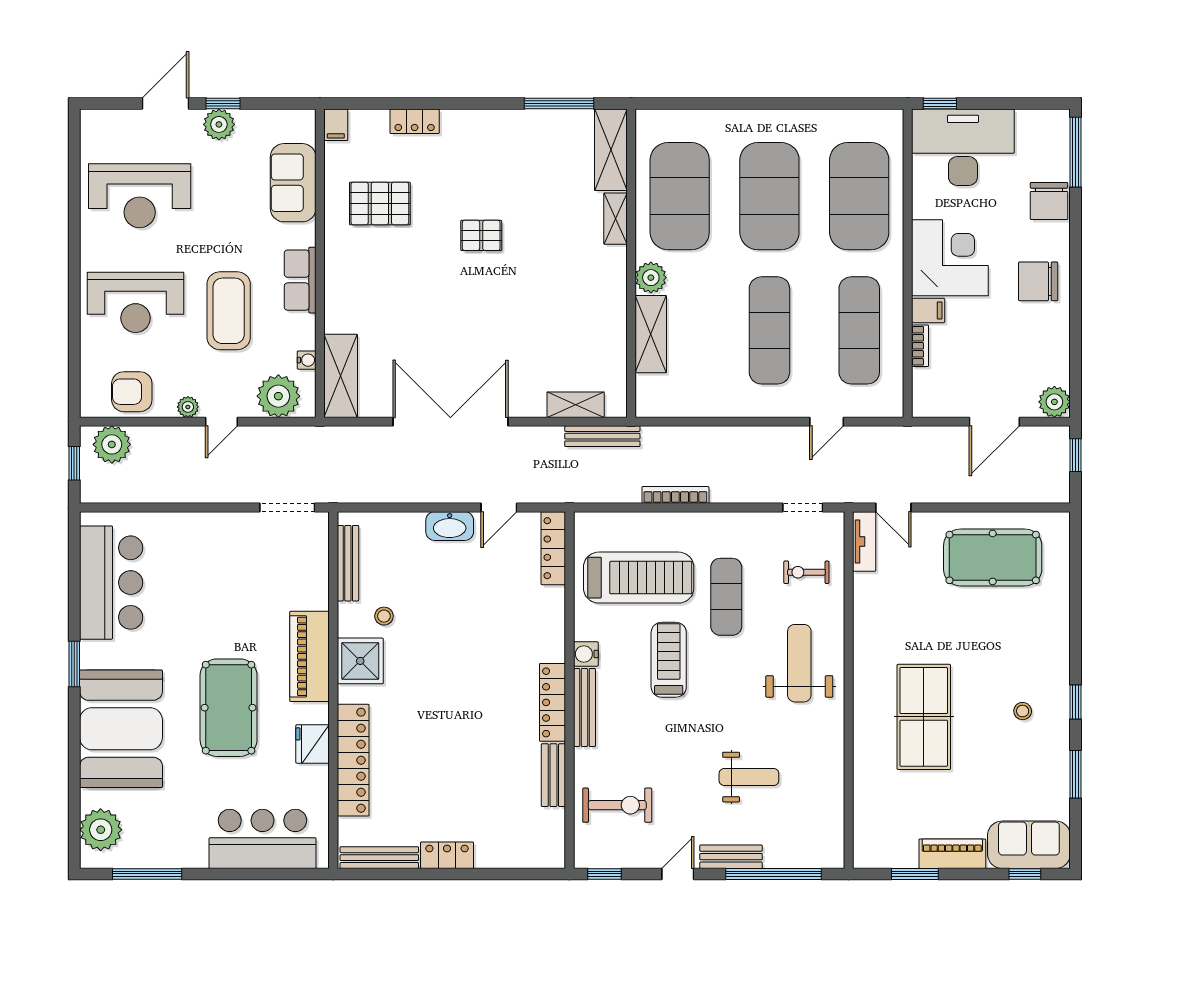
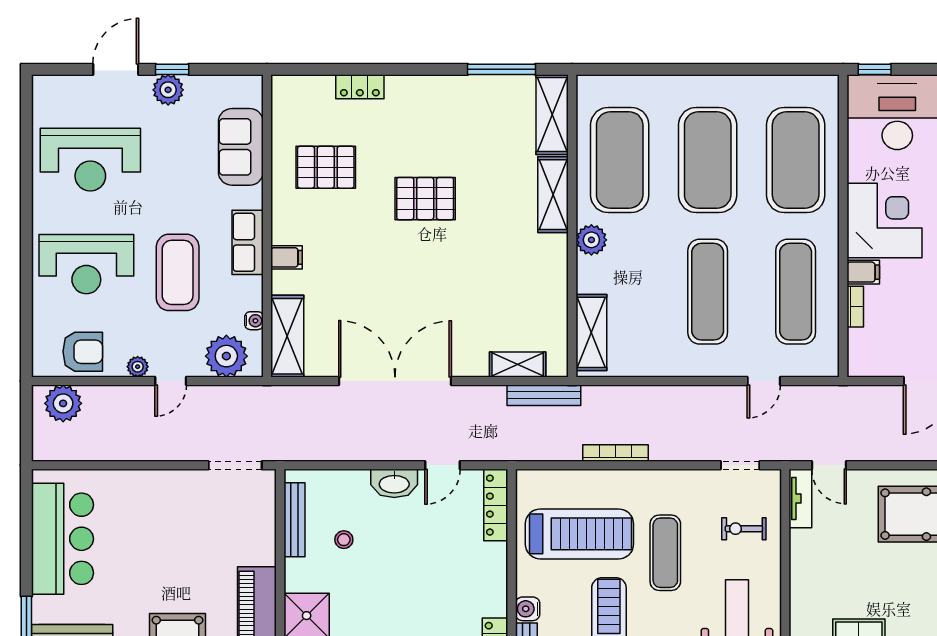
filing cabinet: (336, 125) -> (286, 257), moved, turned -90
shelving: (616, 219) -> (553, 195), width x1.50, depth x1.33
pallet: (481, 235) -> (425, 199), width x1.50, depth x1.42
shelving: (651, 334) -> (591, 332), moved
armchair: (132, 392) -> (83, 352), turned 180
window: (74, 463) -> (26, 422), removed
stool: (384, 616) -> (344, 540), moved

